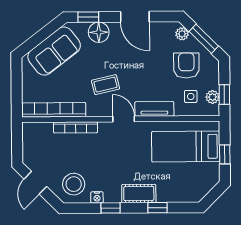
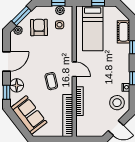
armchair: (186, 65) -> (39, 28), turned 89
tv unit: (154, 109) -> (68, 49), removed
door: (124, 119) -> (74, 69), swing flipped
cot: (139, 194) -> (124, 32), moved

